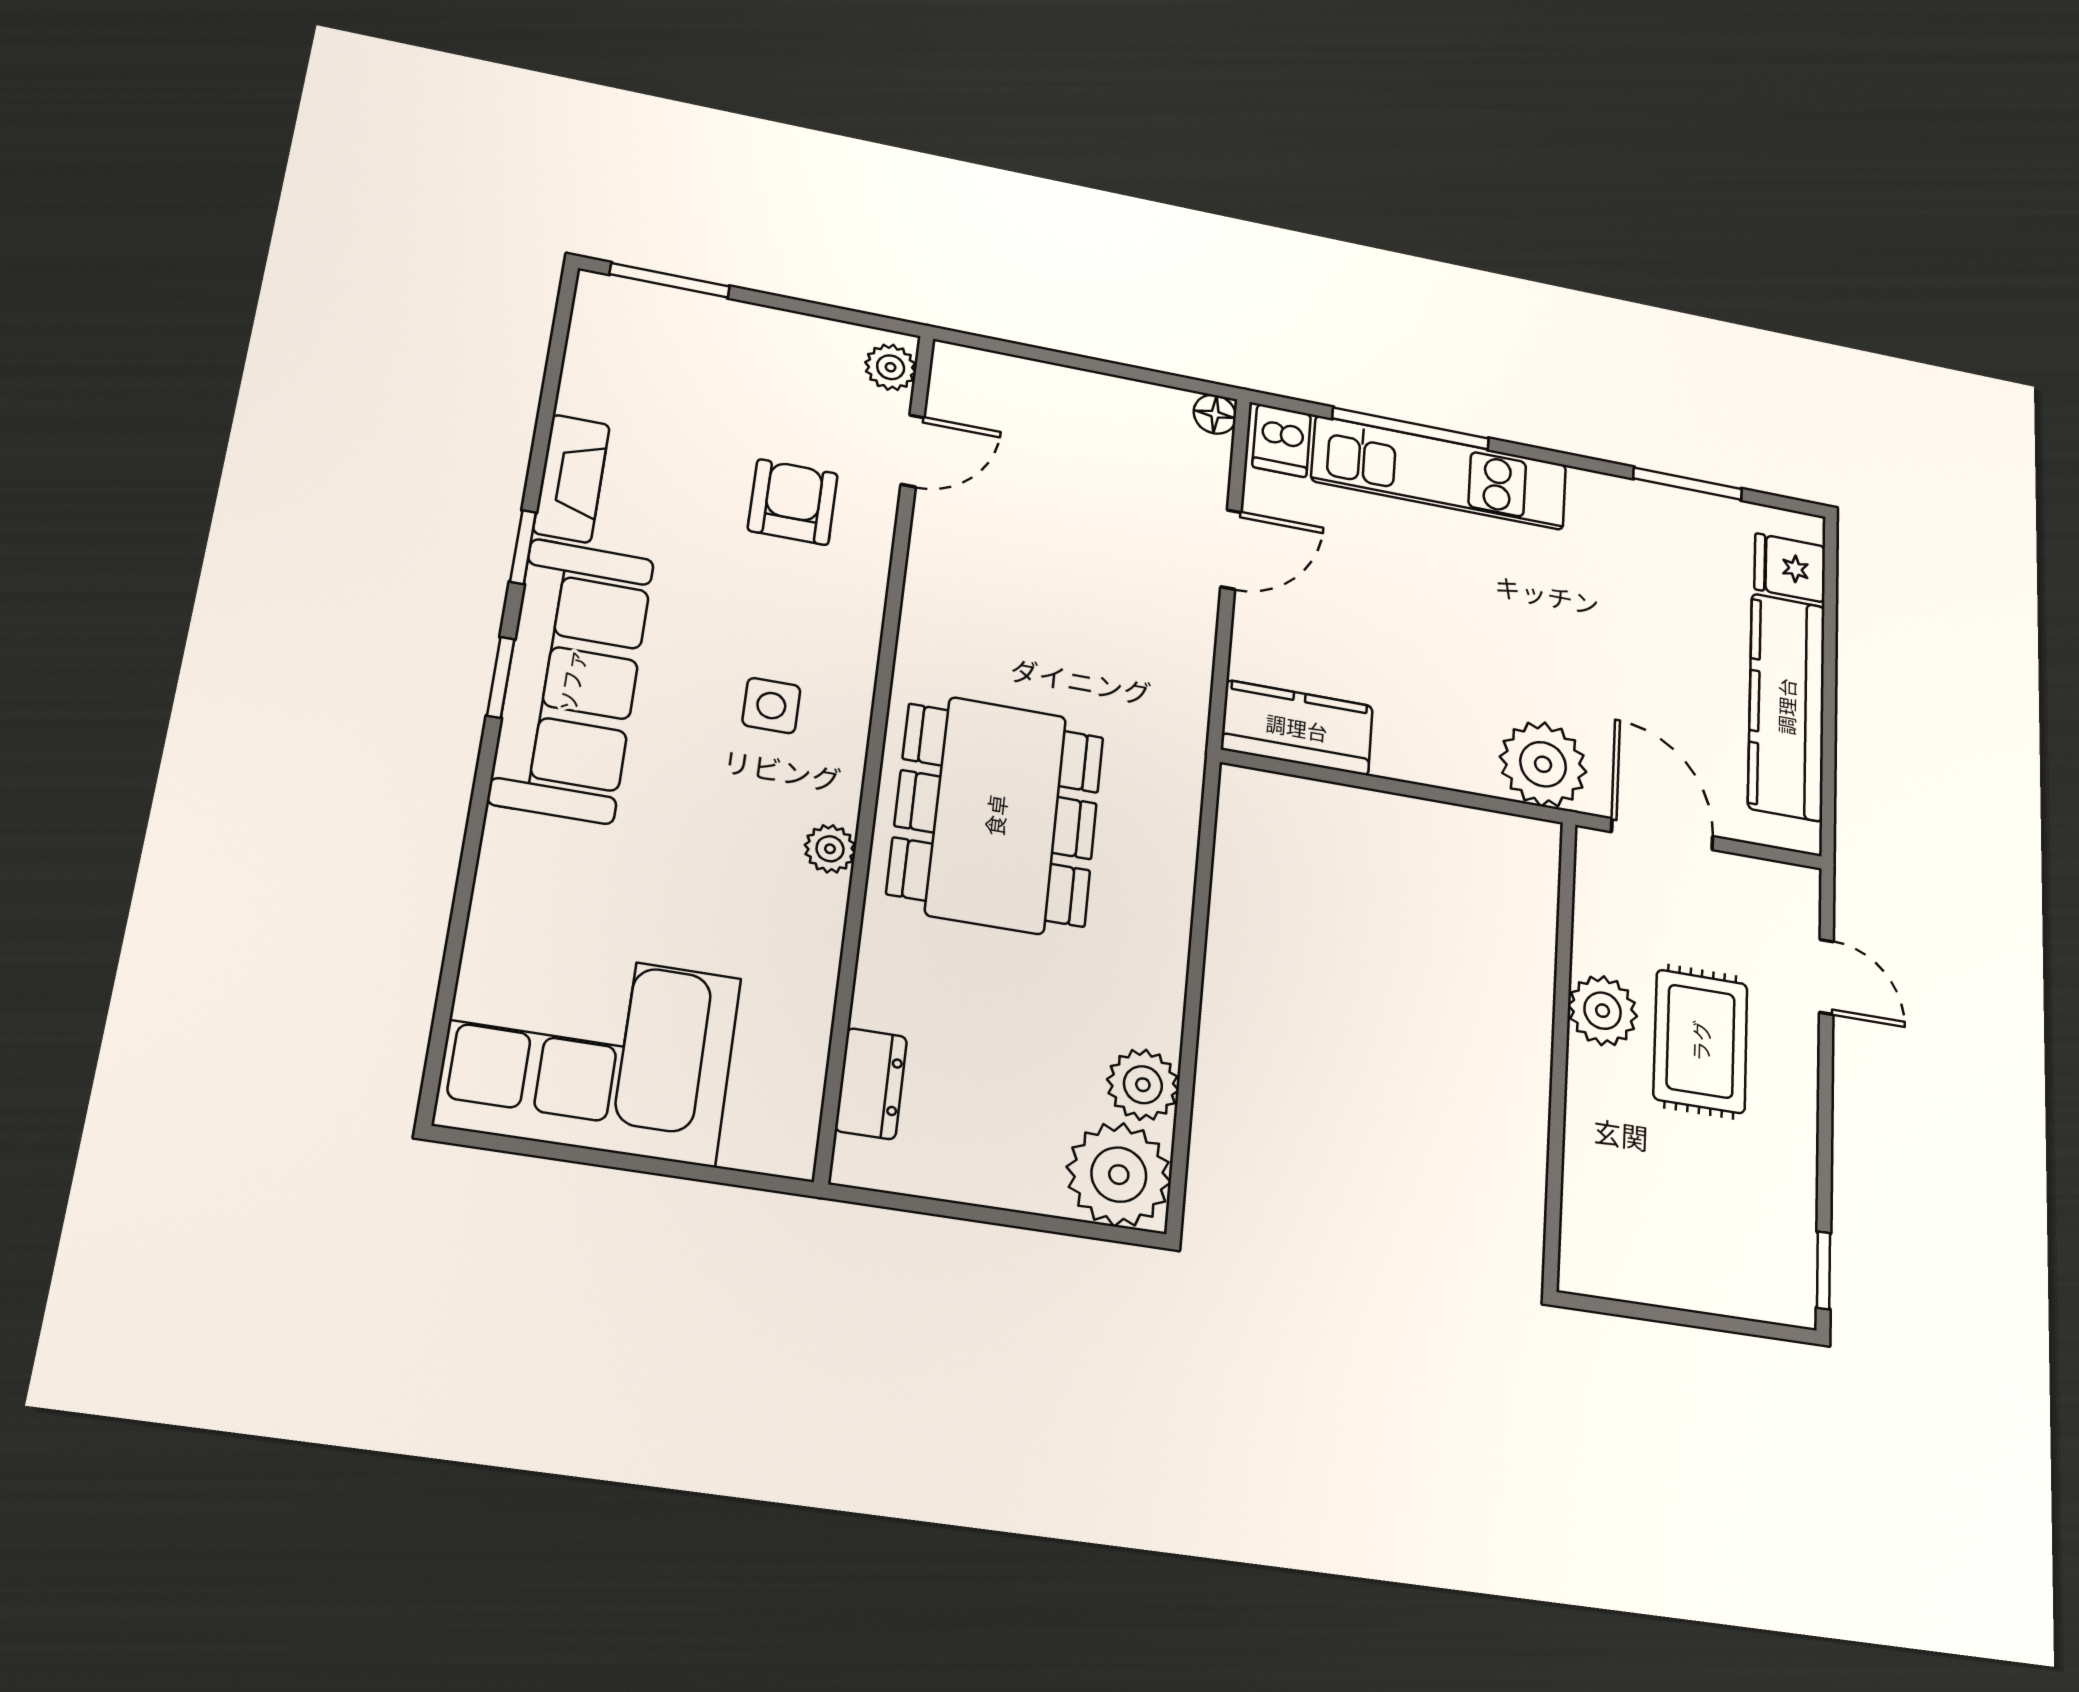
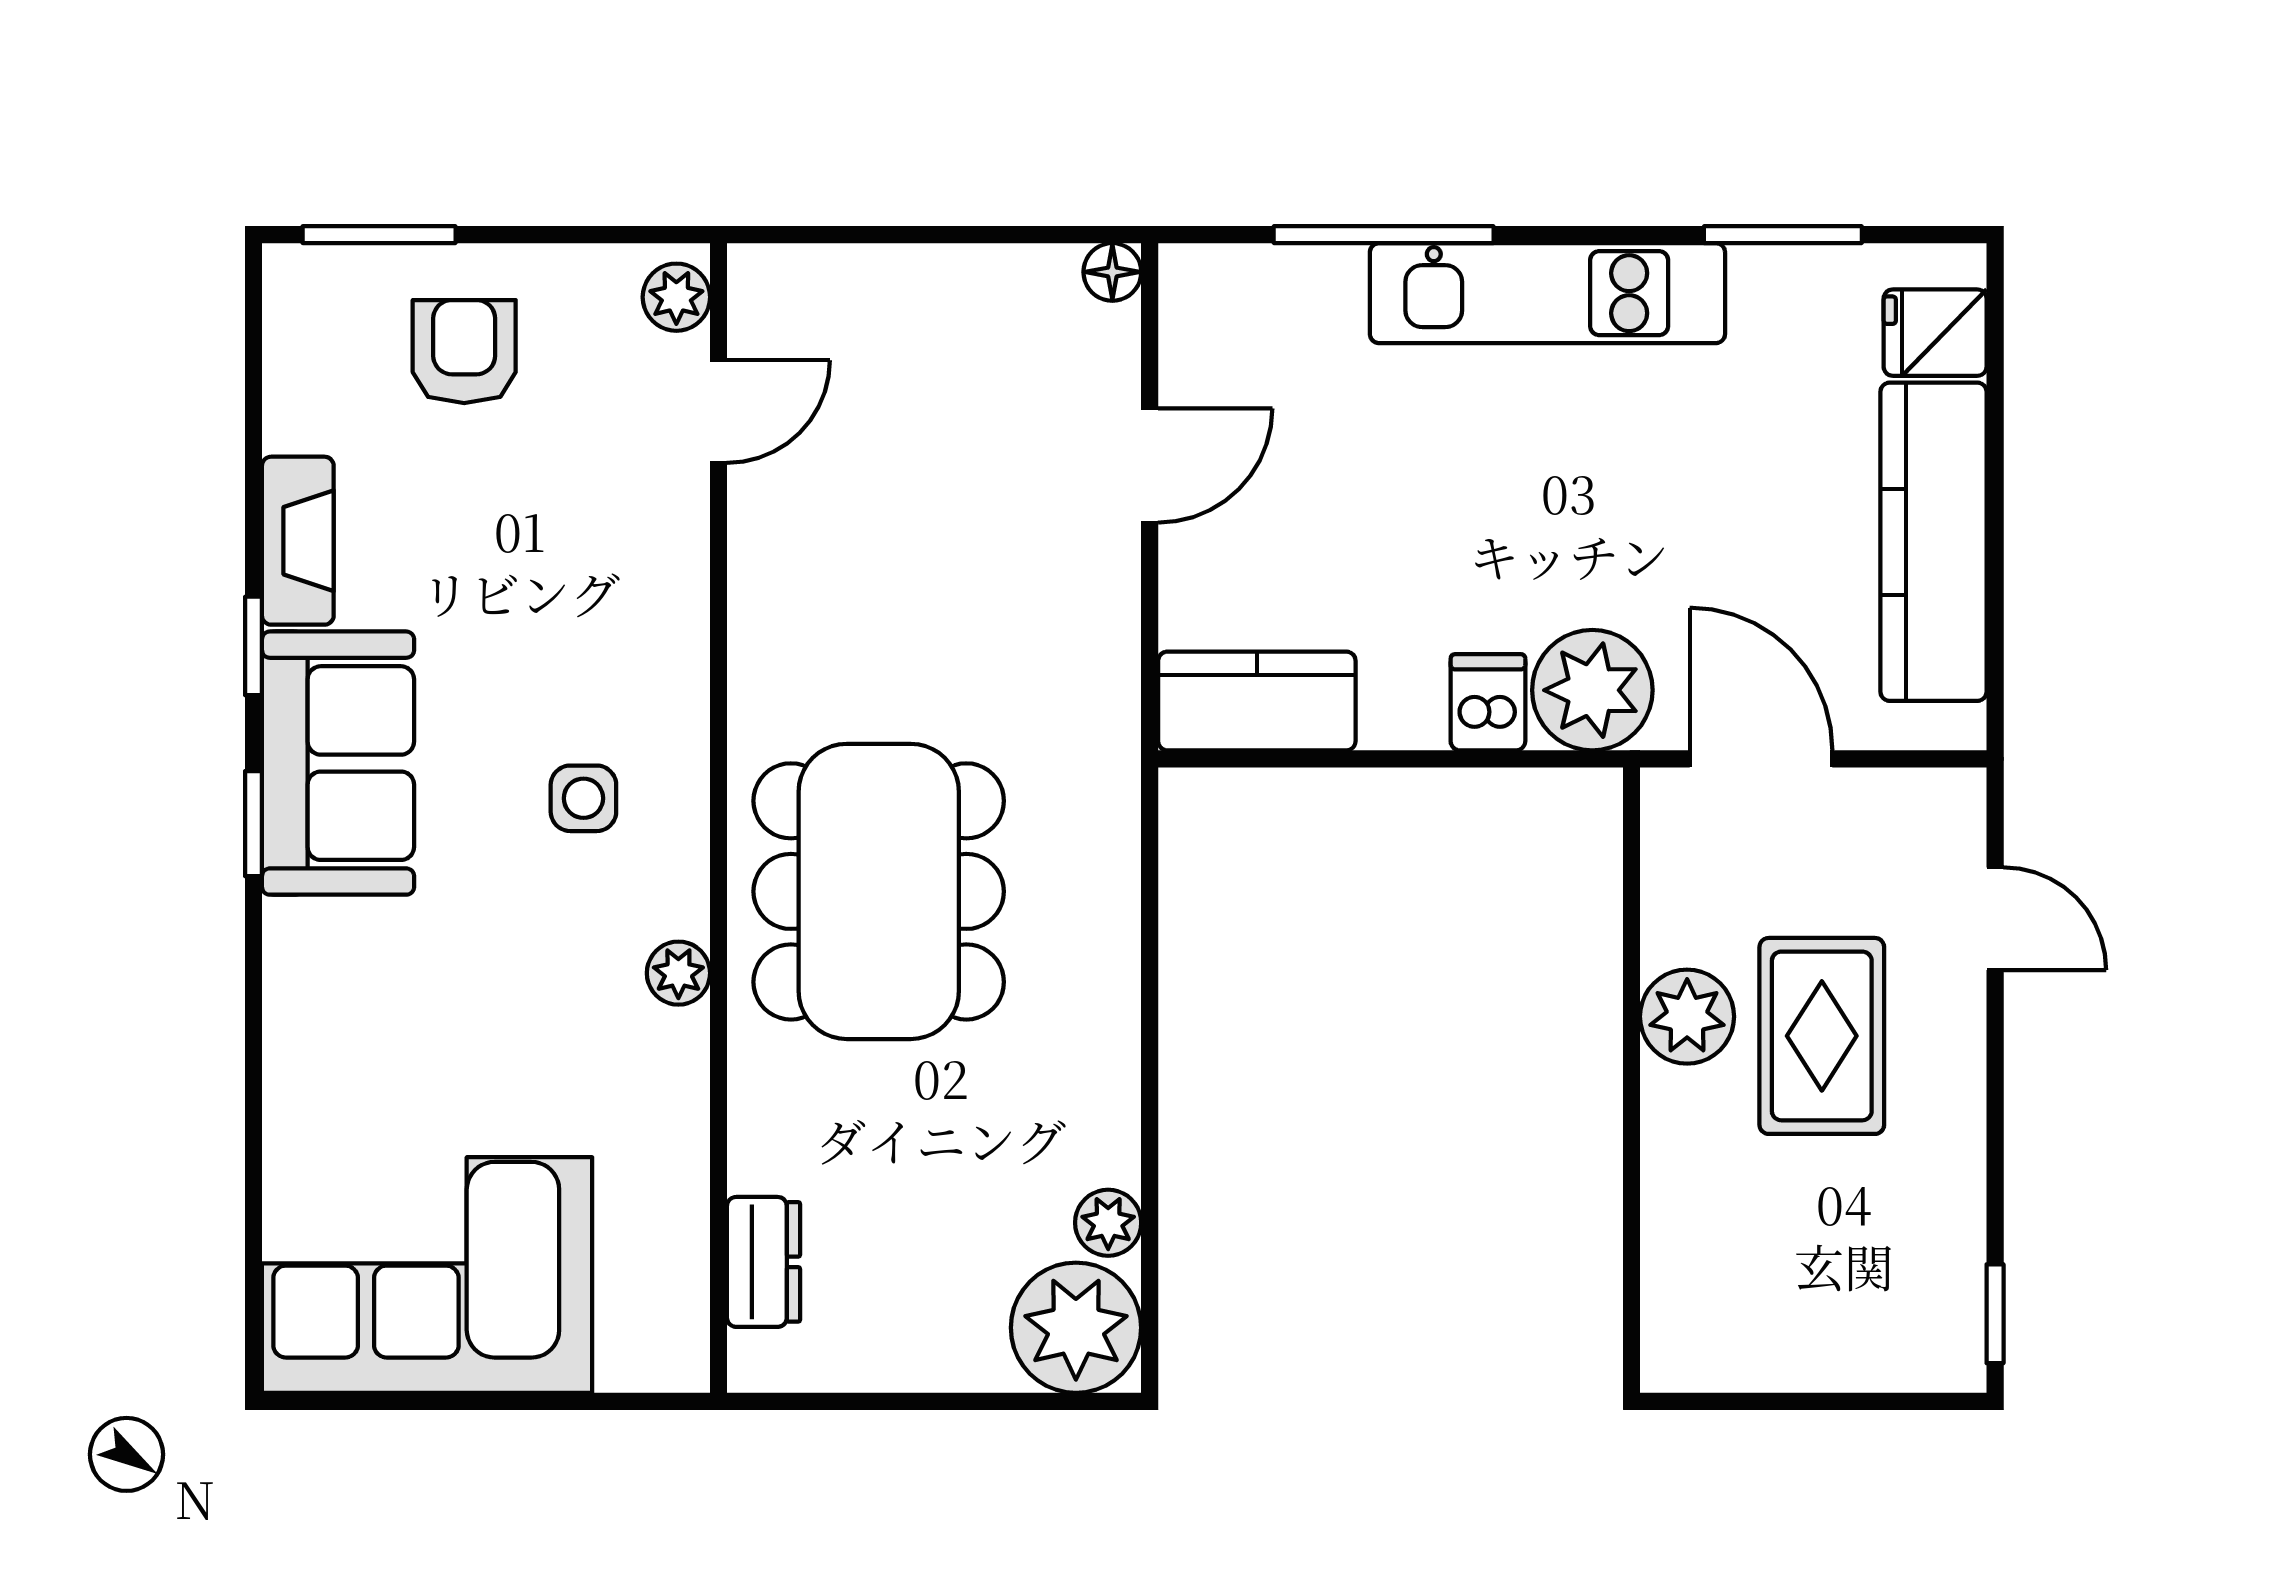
dishwasher: (1282, 440) -> (1488, 702), moved, turned 180
kitchen unit: (1440, 473) -> (1547, 293), moved
armchair: (793, 502) -> (464, 352), moved
sofa: (572, 680) -> (338, 763), width x0.73
plant: (1143, 1085) -> (1108, 1223), width x0.73, depth x0.73

